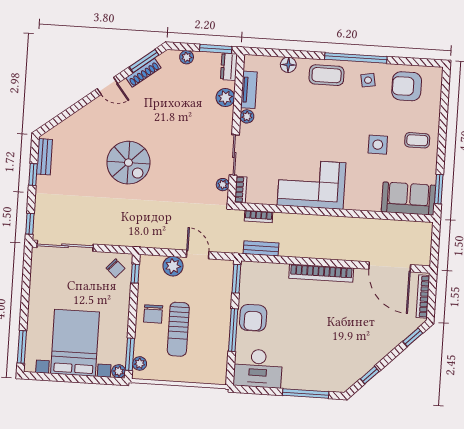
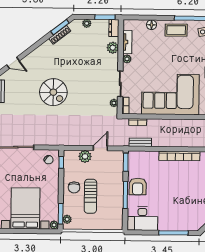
door: (107, 86) -> (13, 63), moved
corner sofa: (312, 184) -> (170, 94), width x1.36, depth x1.36
door: (198, 254) -> (100, 148), hinge flipped

